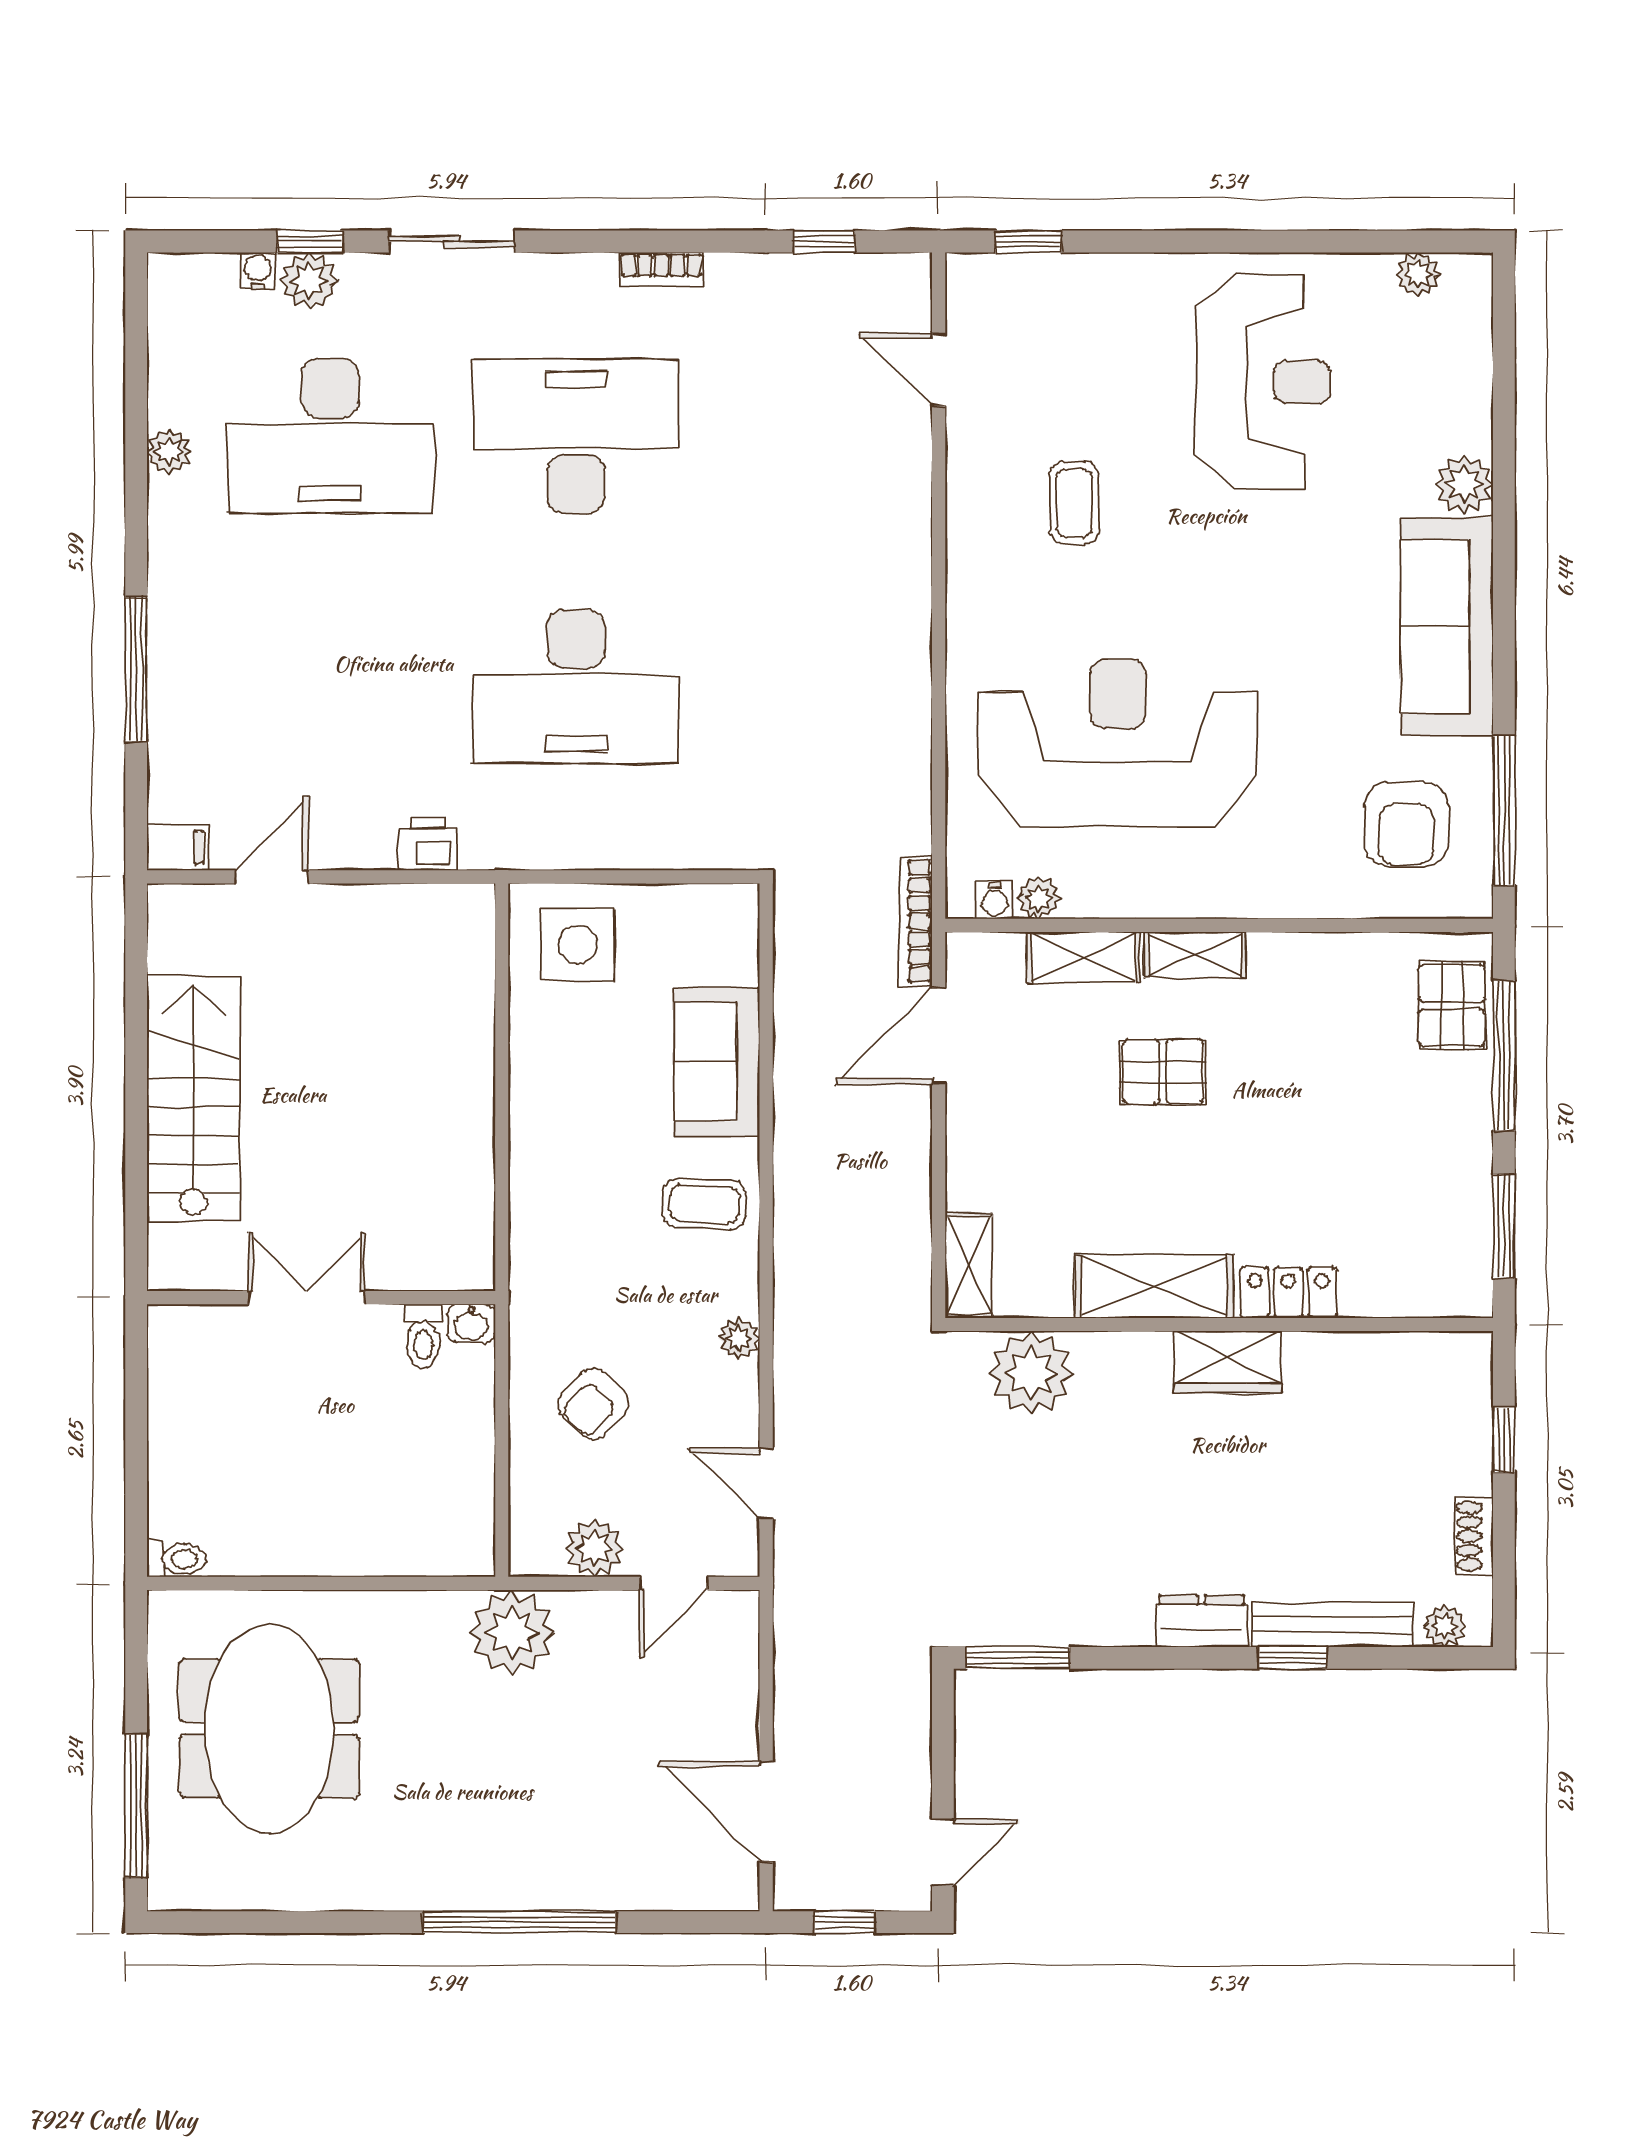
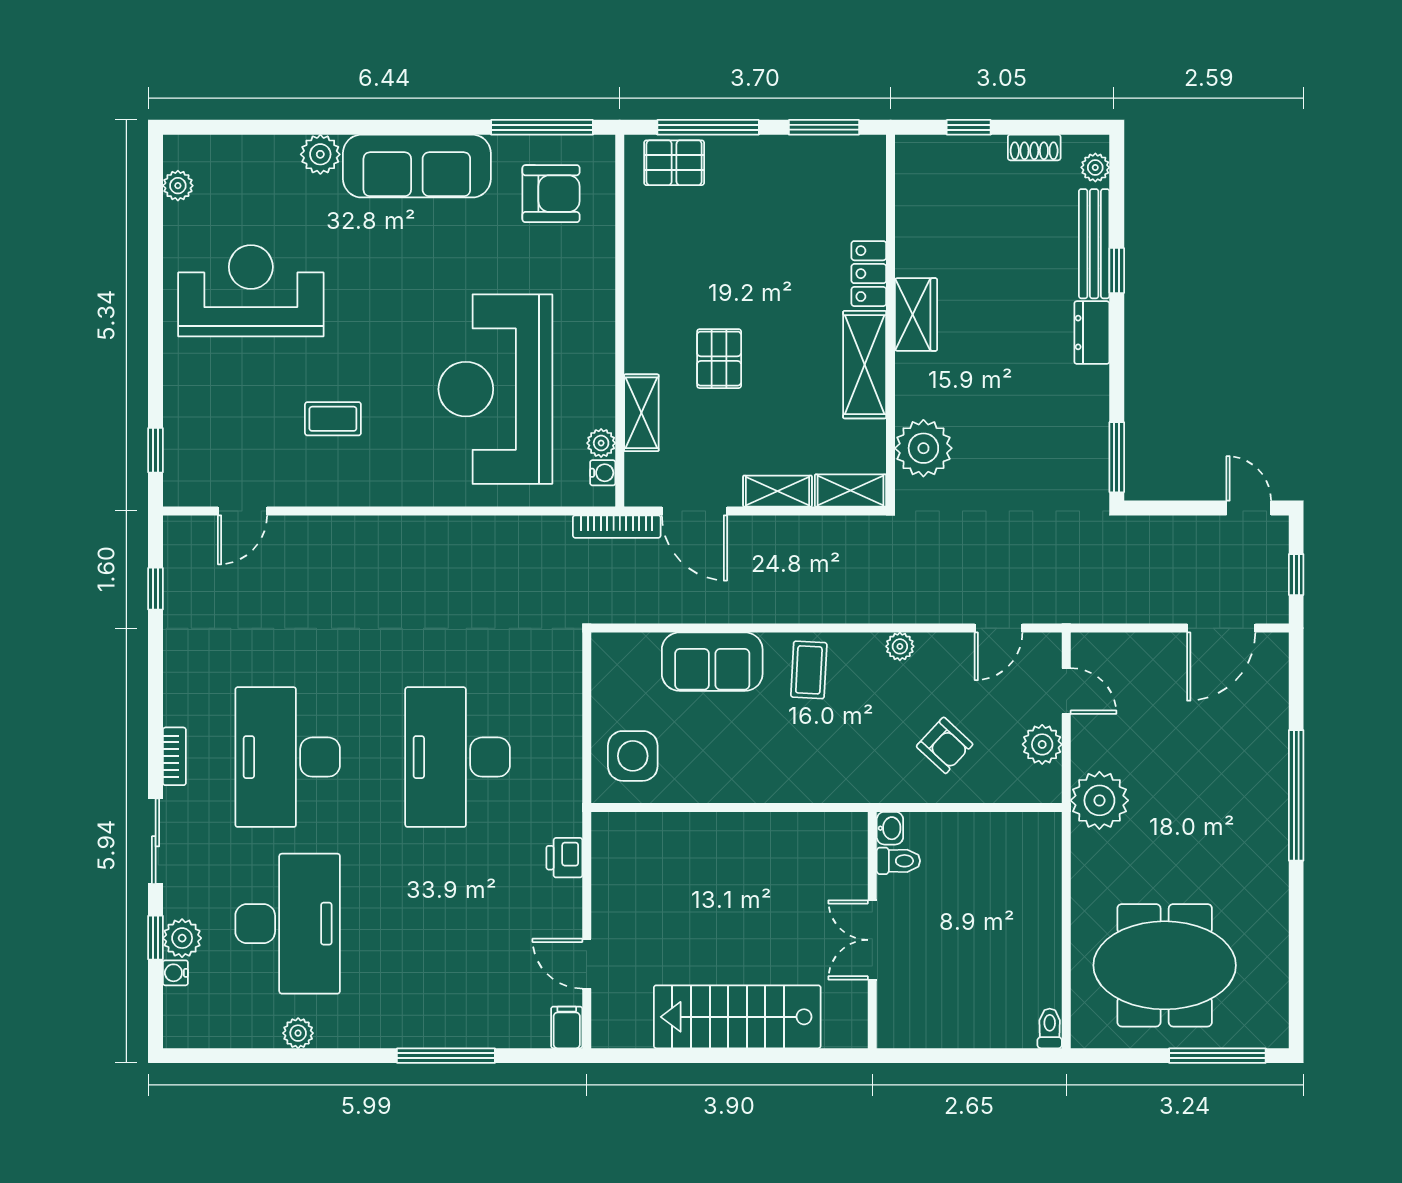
bookcase: (661, 269) -> (174, 756), moved
desk: (576, 687) -> (458, 757), turned 180
shelving: (1195, 955) -> (777, 491), moved, turned 90

